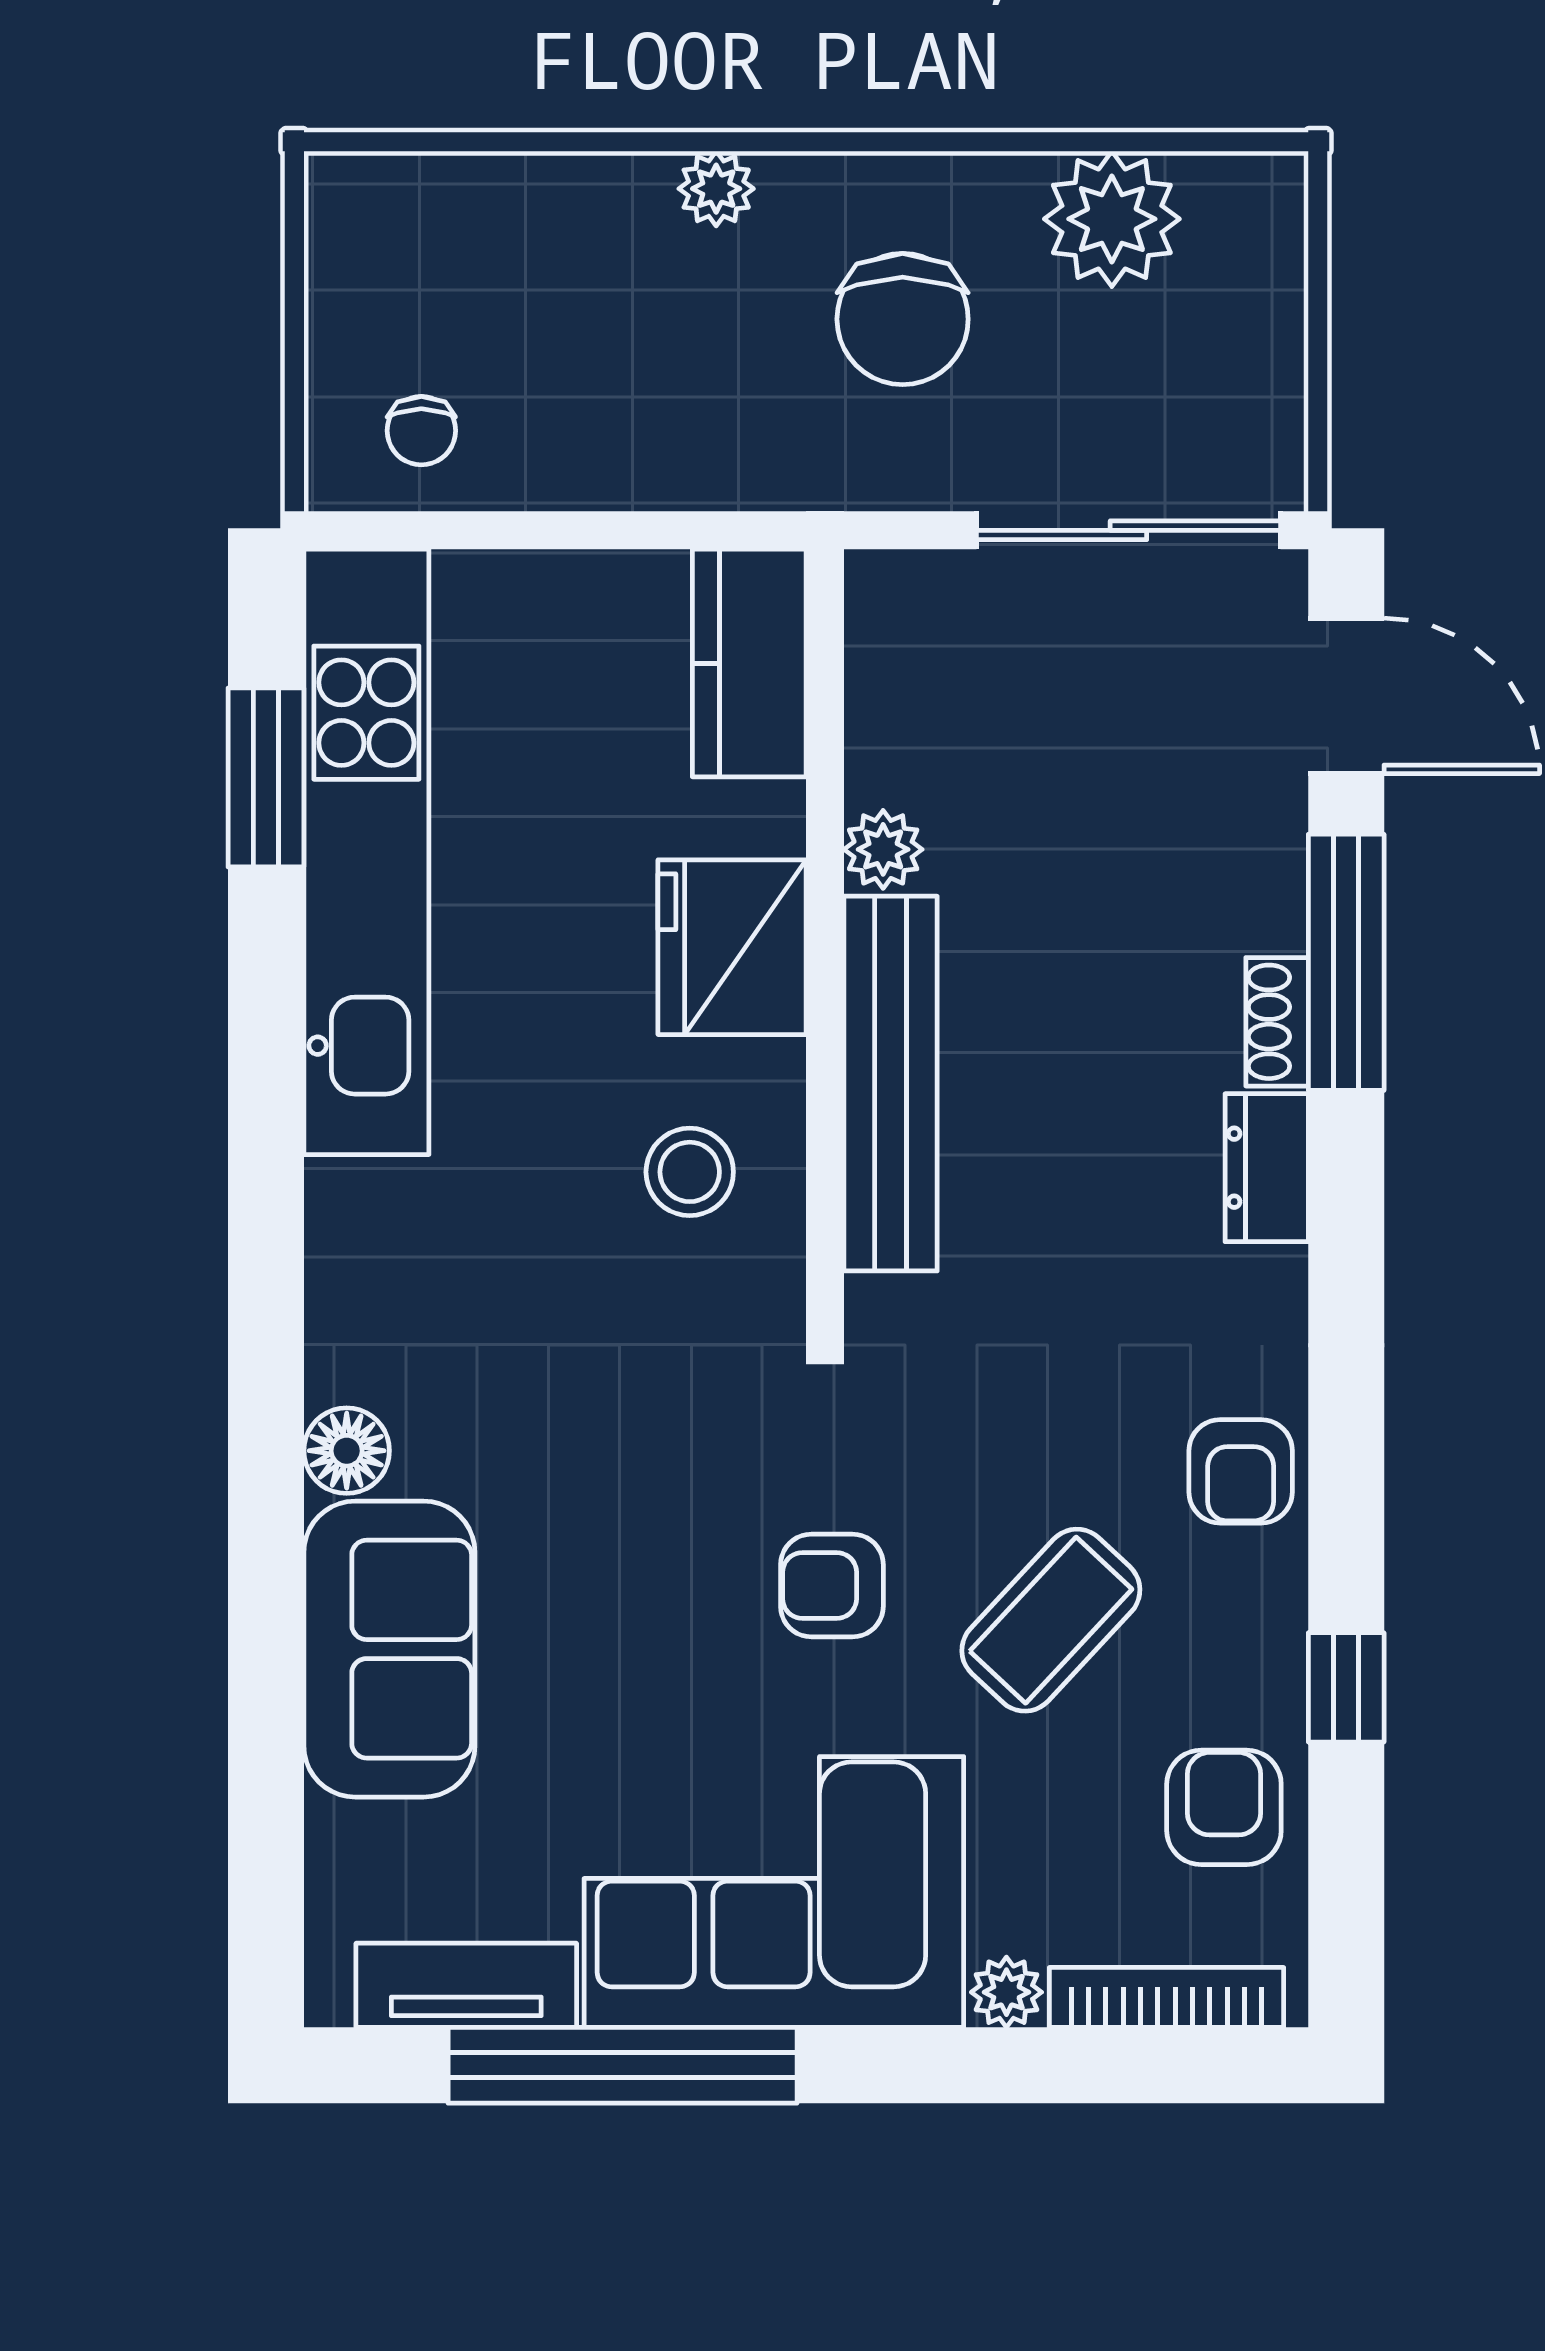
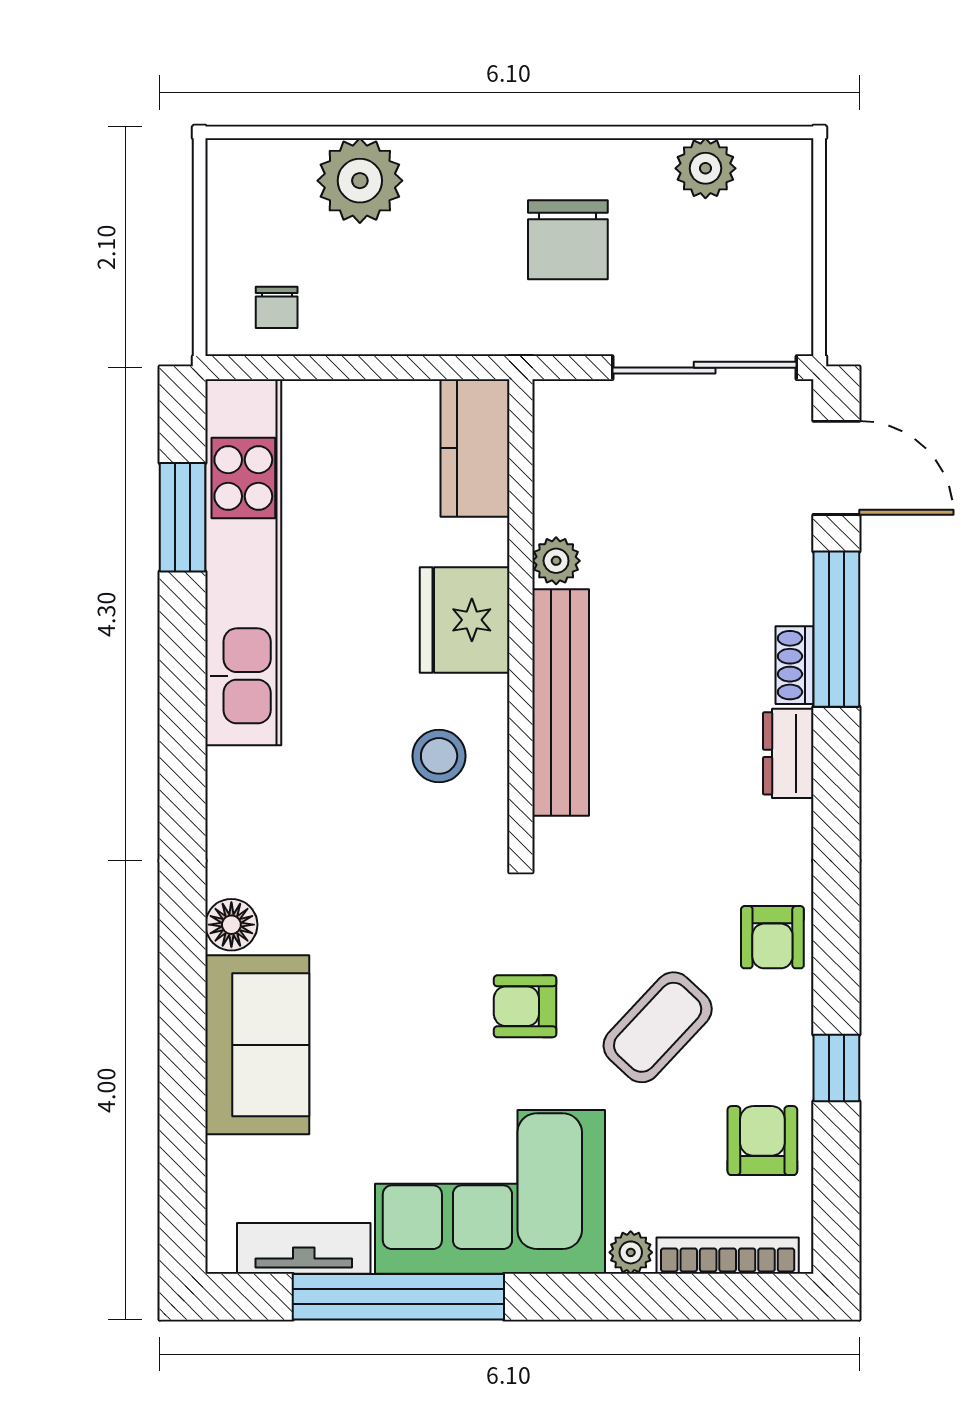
plant: (716, 189) -> (360, 181), moved, width x1.88, depth x1.88
plant: (1112, 219) -> (705, 168), width x0.73, depth x0.73

